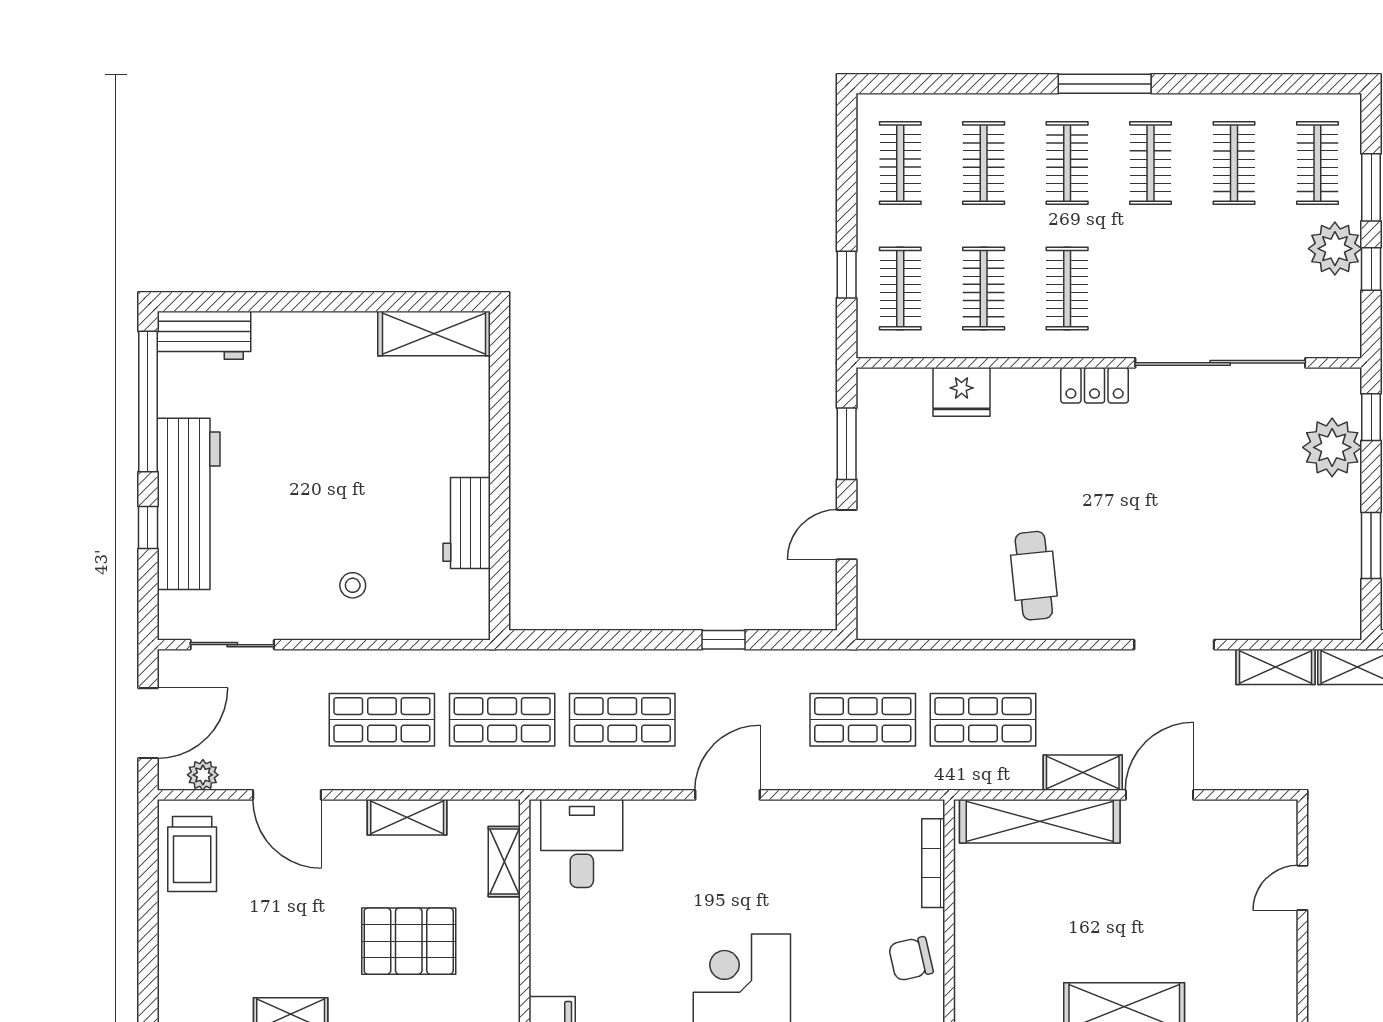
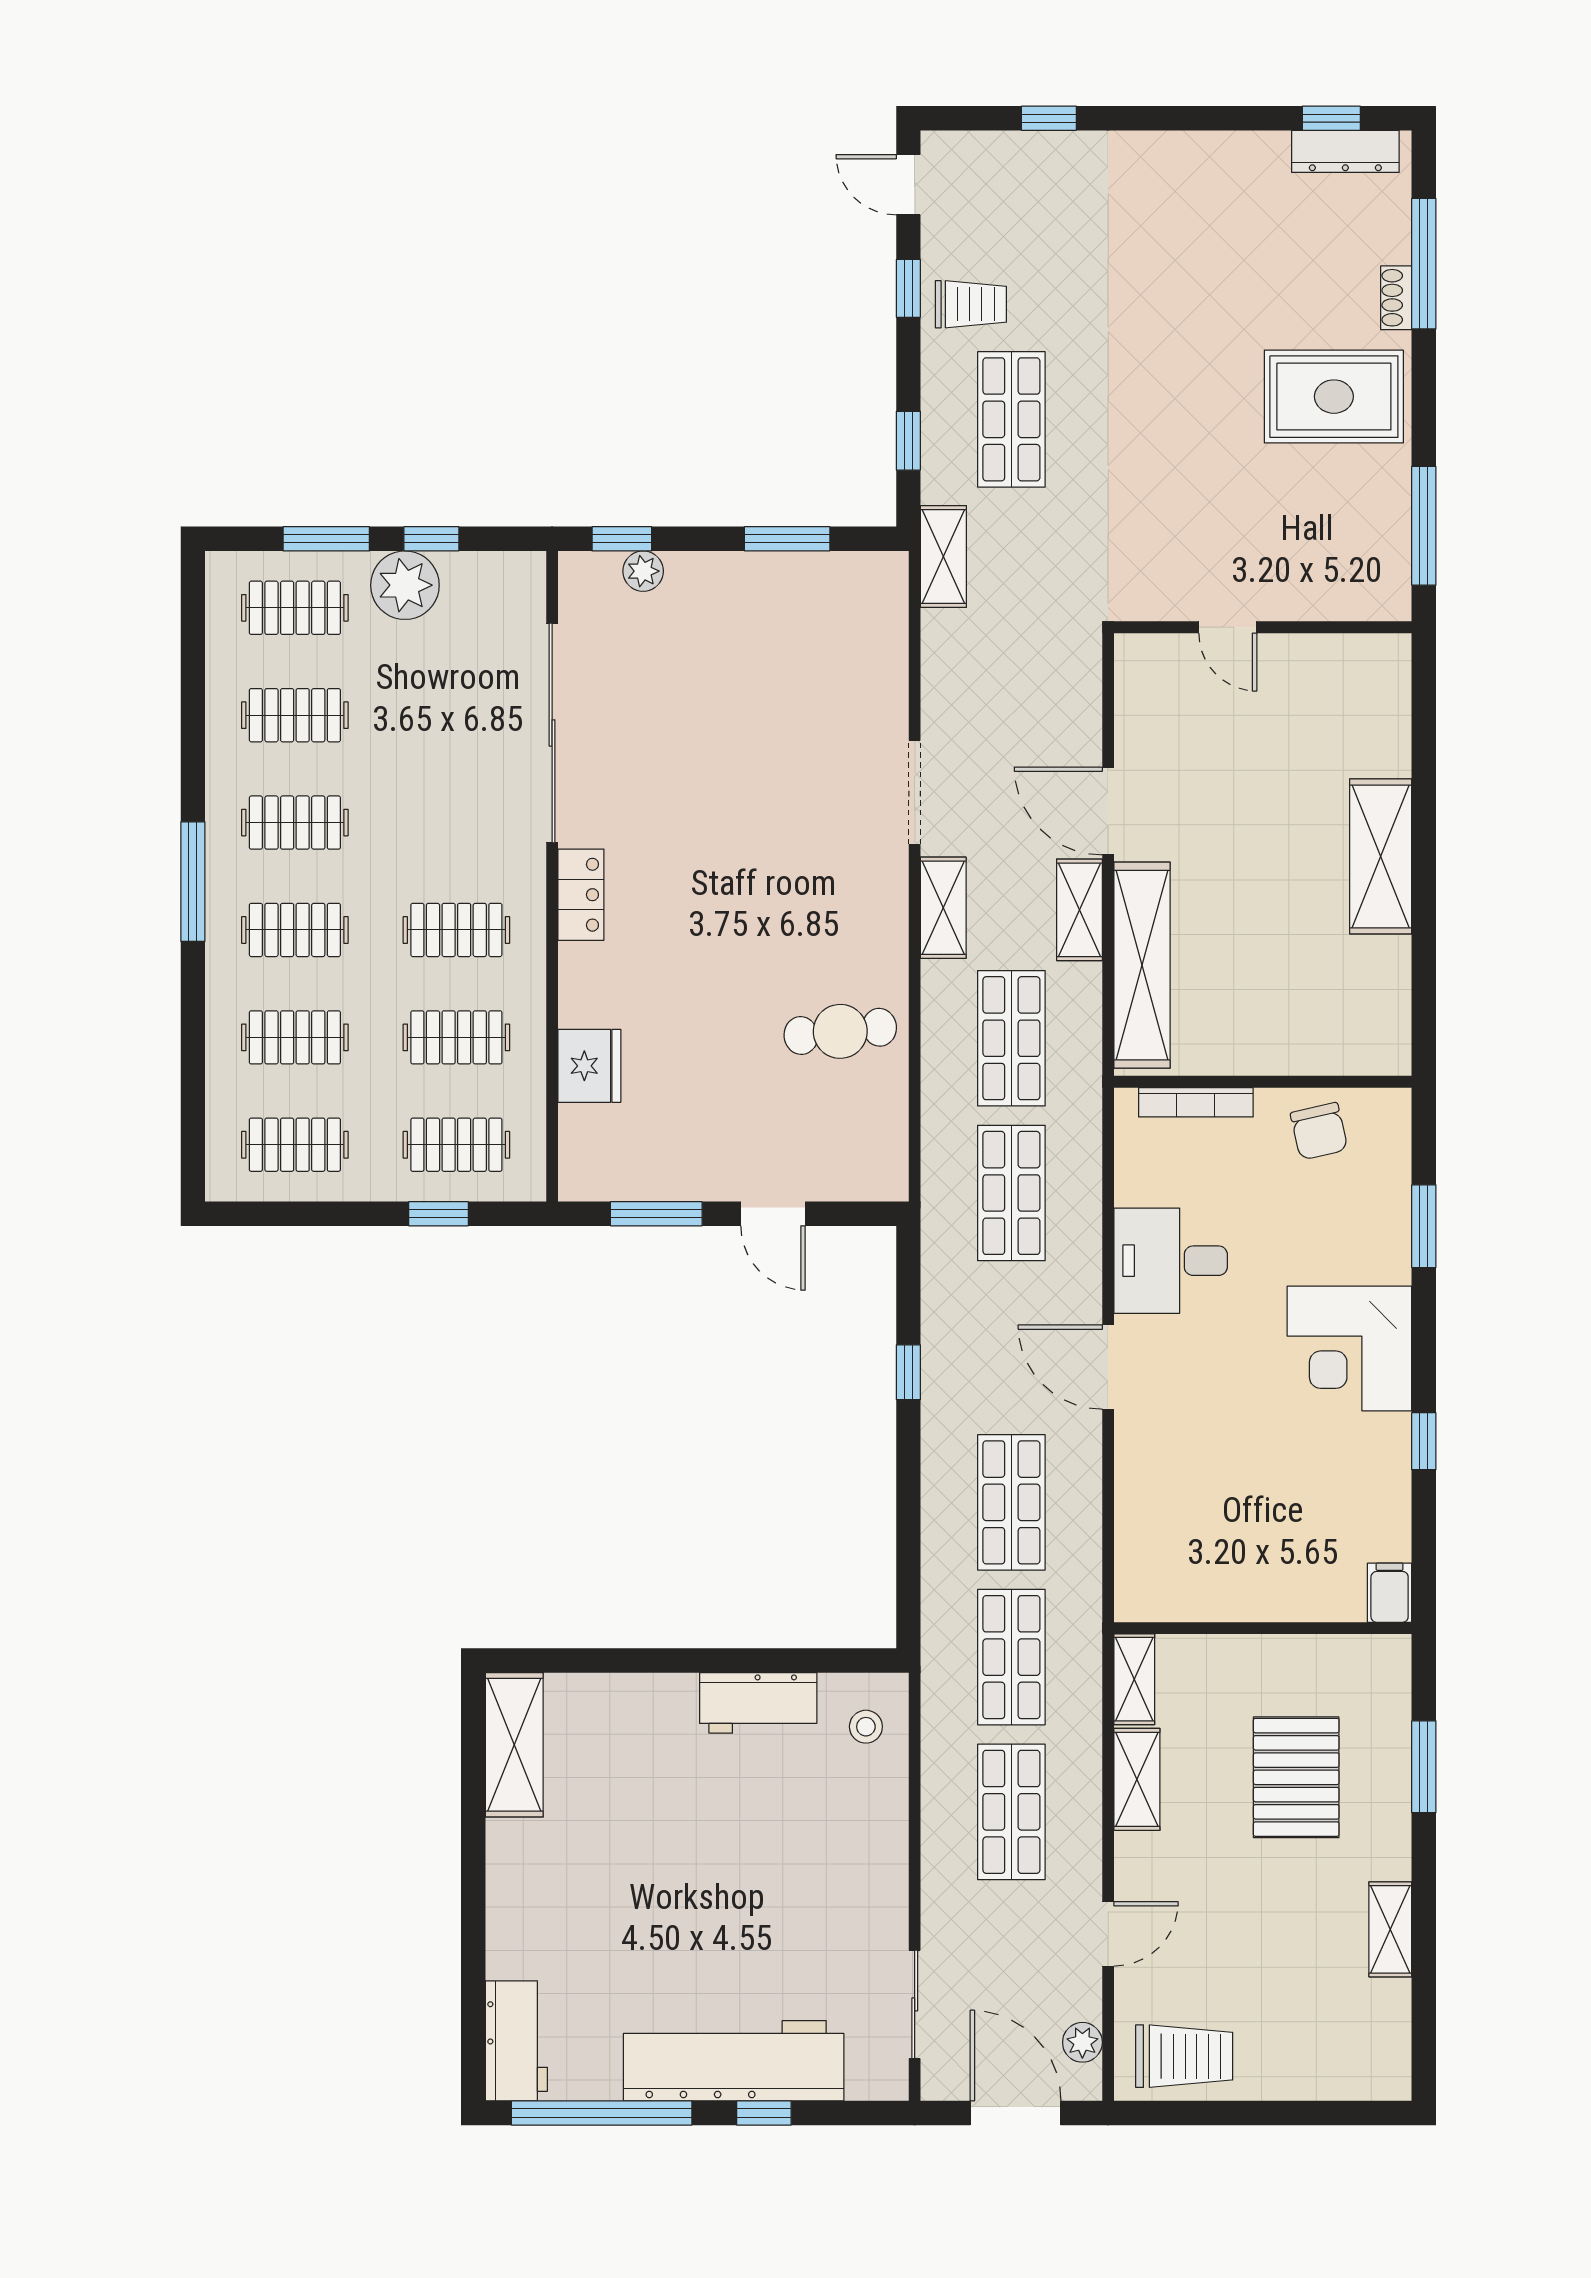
plant: (1332, 447) -> (643, 571), width x0.53, depth x0.53
cafe table: (1034, 576) -> (840, 1031), moved
stool: (353, 585) -> (866, 1727), moved
shelving: (1275, 667) -> (943, 908), moved
door: (287, 795) -> (1108, 1934), width x0.73
desk: (582, 844) -> (1171, 1261), moved
shelving: (504, 862) -> (1134, 1679), moved, turned 90

